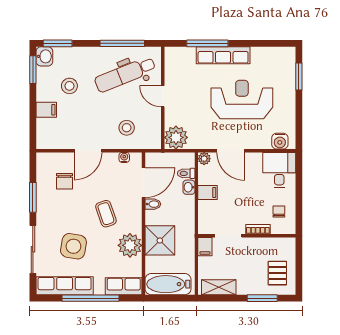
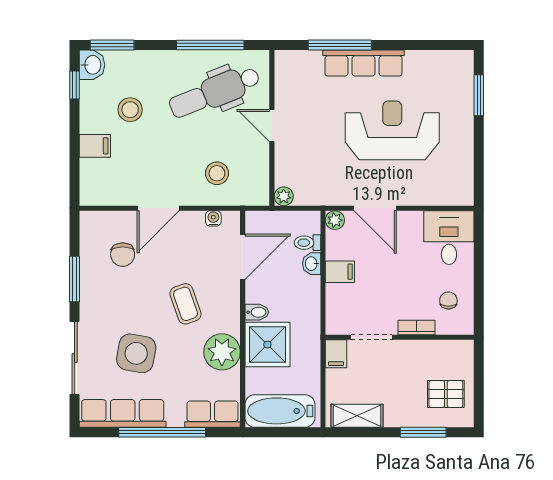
window: (33, 70) -> (75, 85), width x0.67
plant: (176, 137) -> (284, 196), width x0.53, depth x0.53
water cooler: (280, 141) -> (450, 194), removed
bidet: (153, 204) -> (257, 312), moved
pallet: (277, 273) -> (446, 394), turned 90

